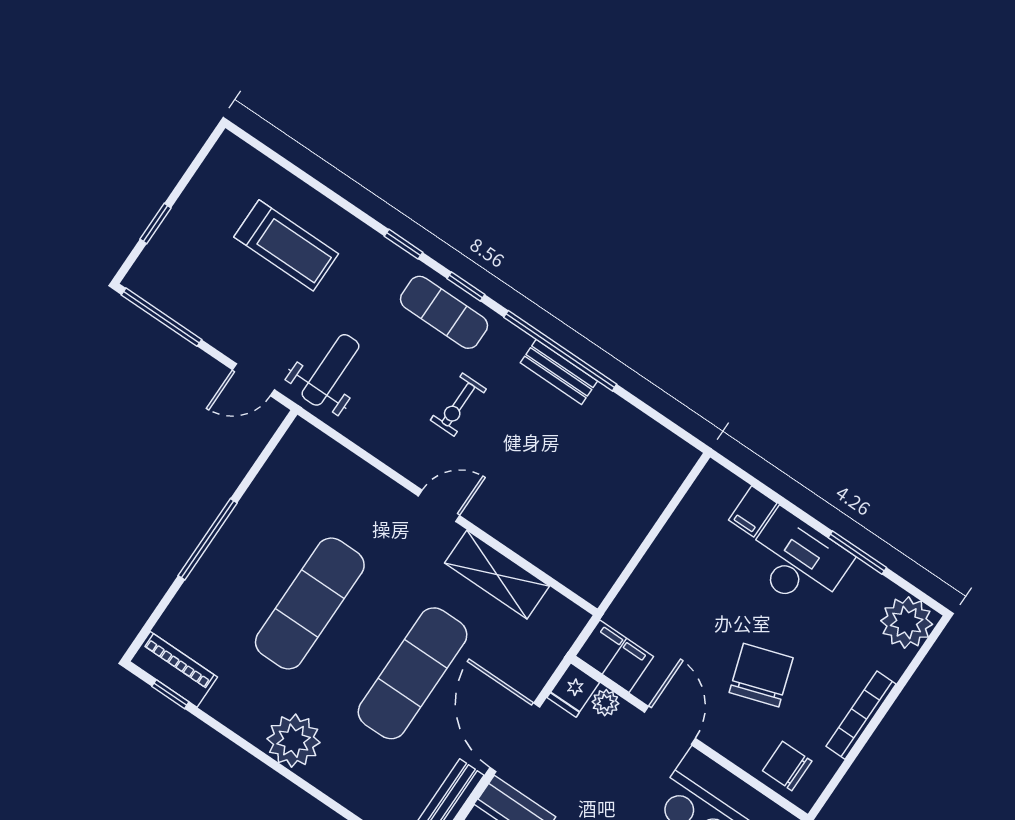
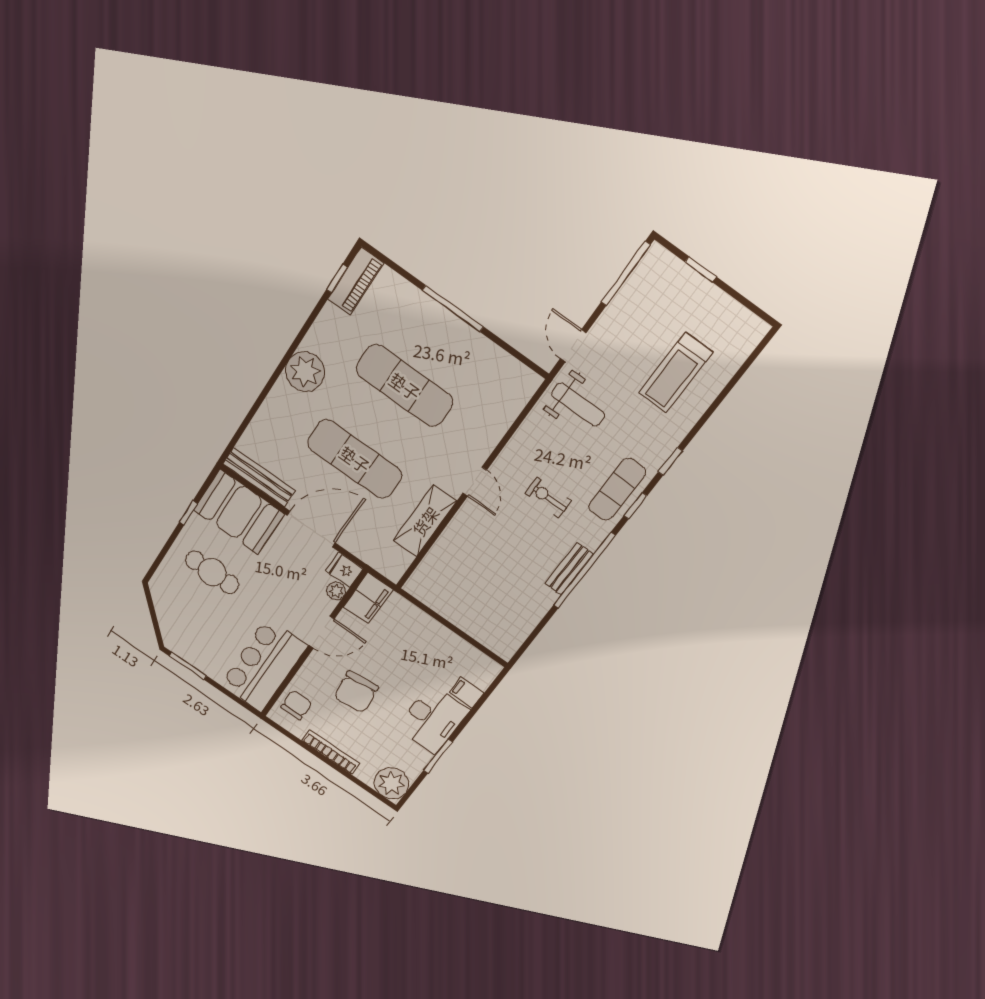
chair: (761, 675) -> (356, 692), turned 101

